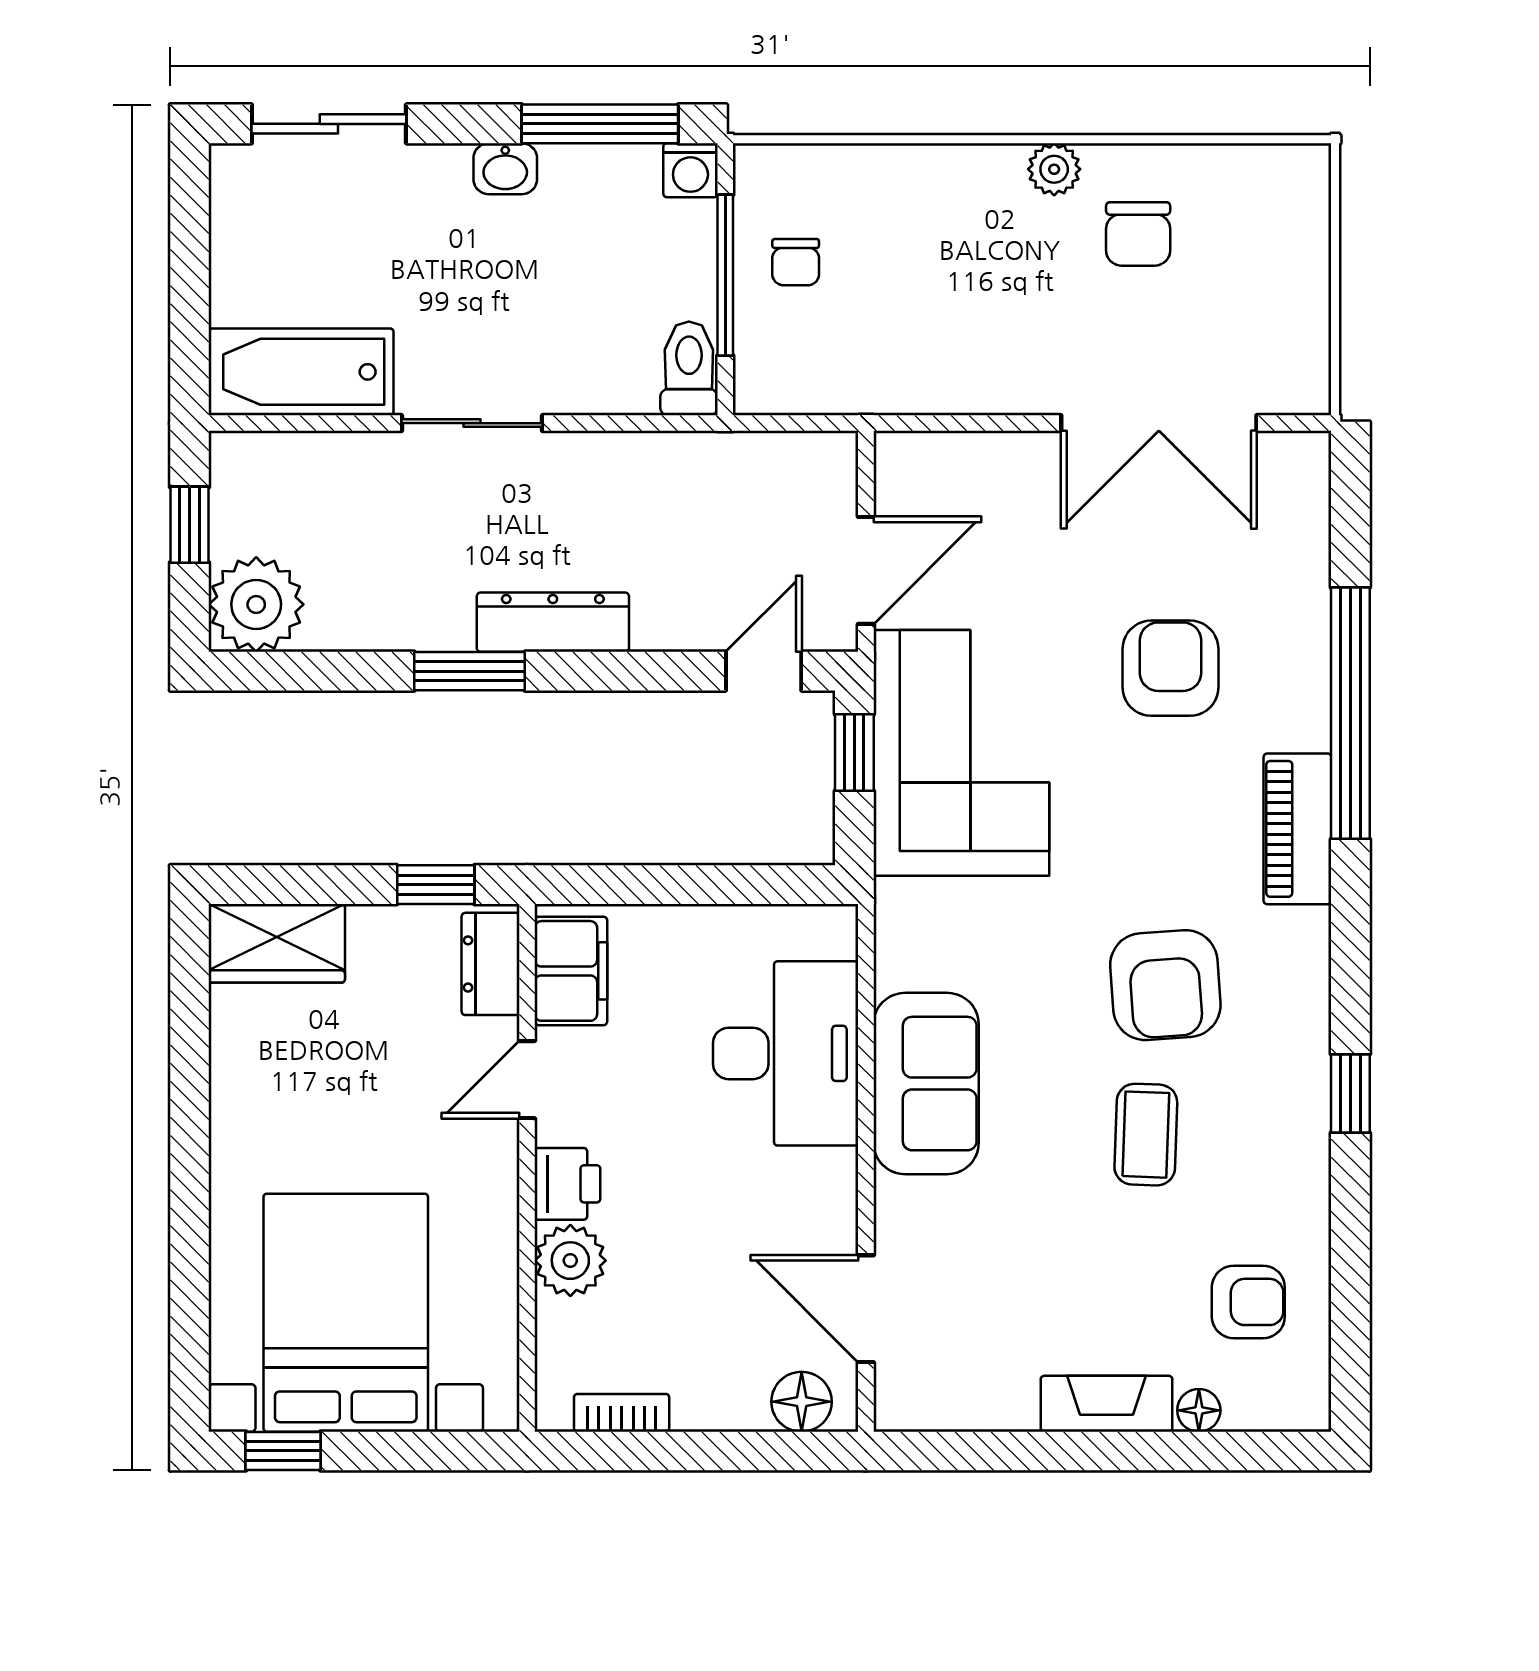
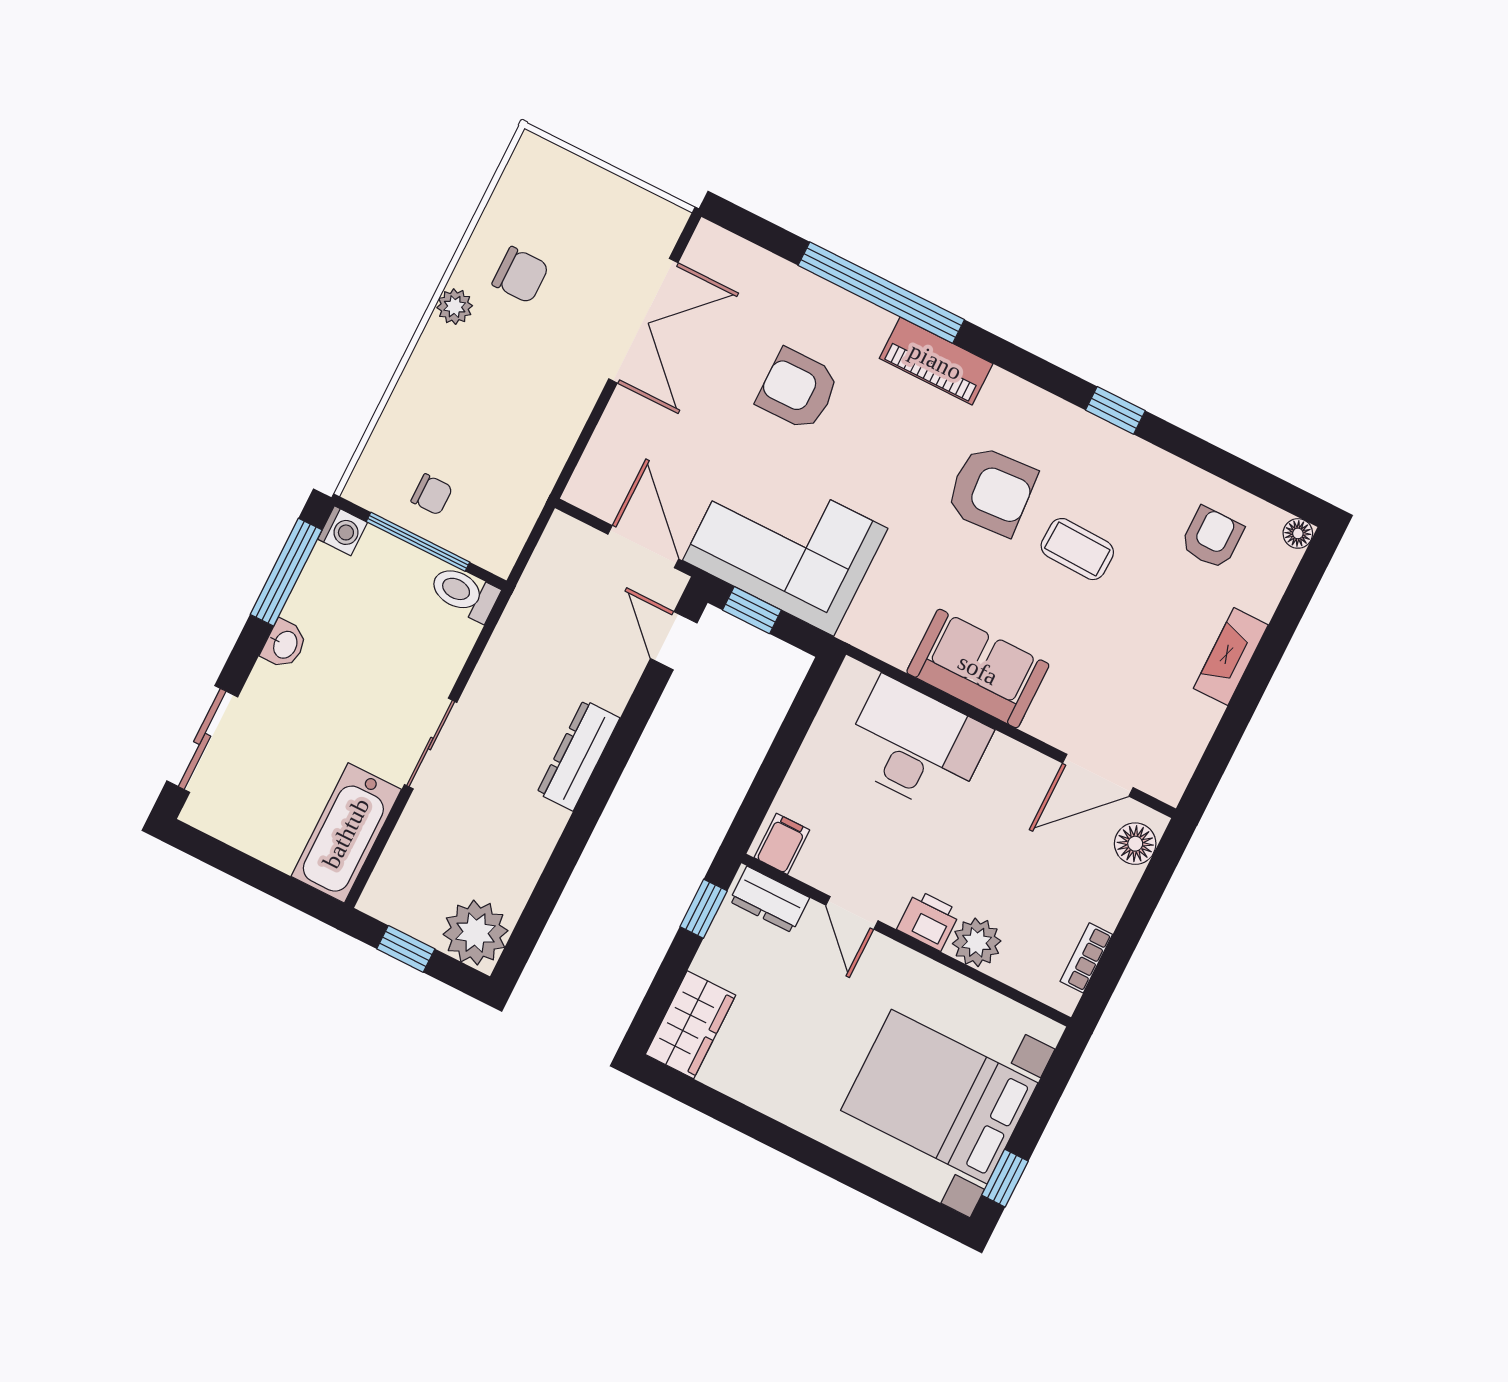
window: (469, 671) -> (583, 822), removed
filing cabinet: (571, 971) -> (782, 844), width x0.50
floor lamp: (1199, 1410) -> (1298, 533), moved

